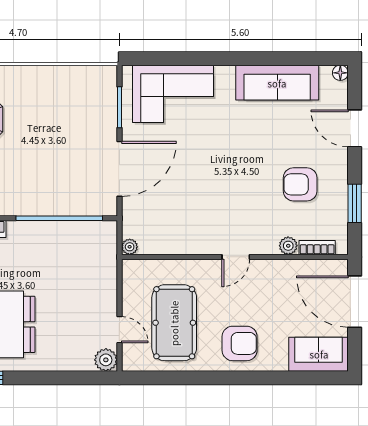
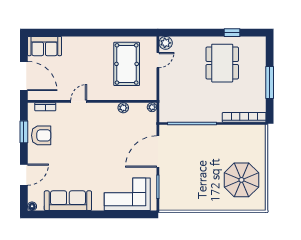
door: (355, 128) -> (24, 175), hinge flipped
armchair: (300, 184) -> (41, 135), moved
plant: (288, 246) -> (123, 108), moved
door: (236, 257) -> (79, 101), moved
door: (119, 330) -> (158, 60), swing flipped
armchair: (240, 343) -> (89, 52), removed

